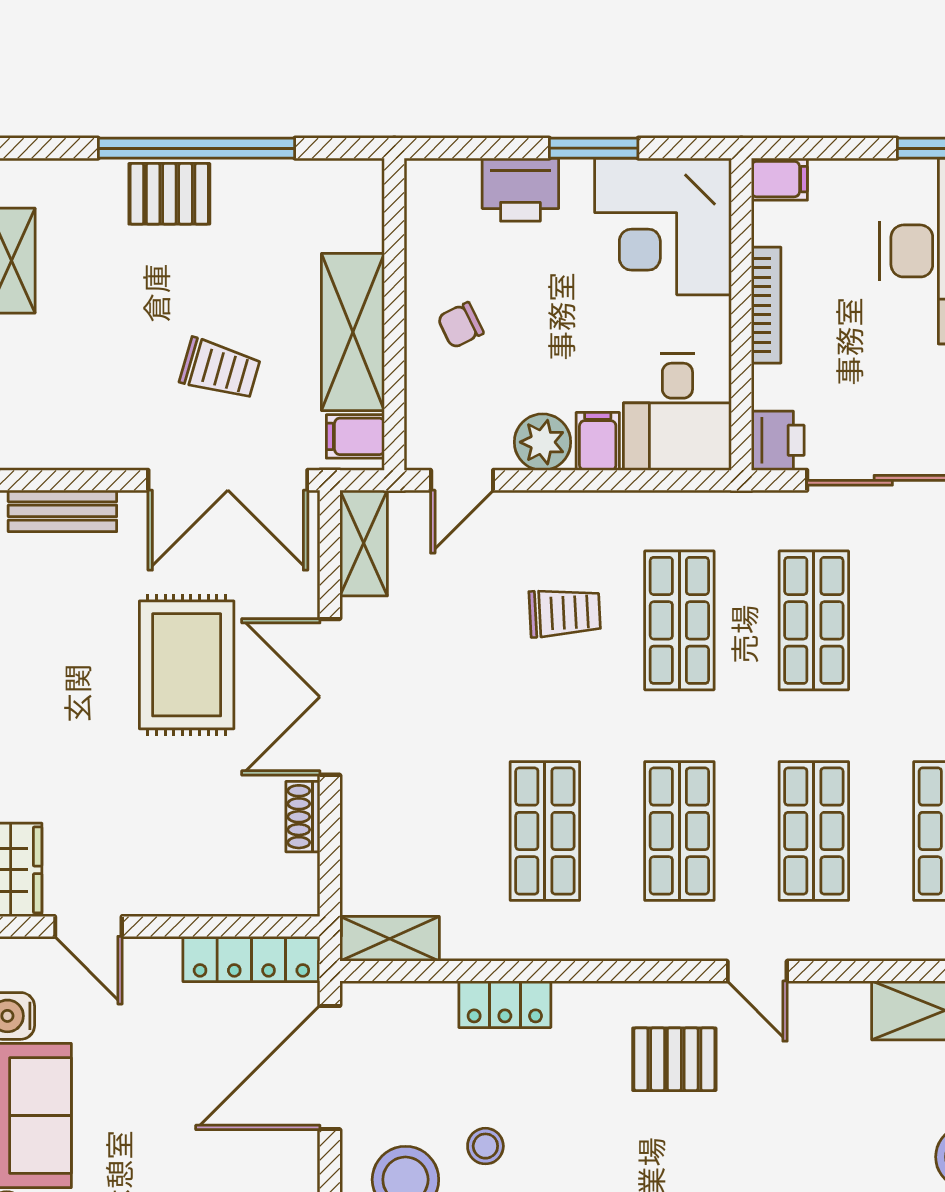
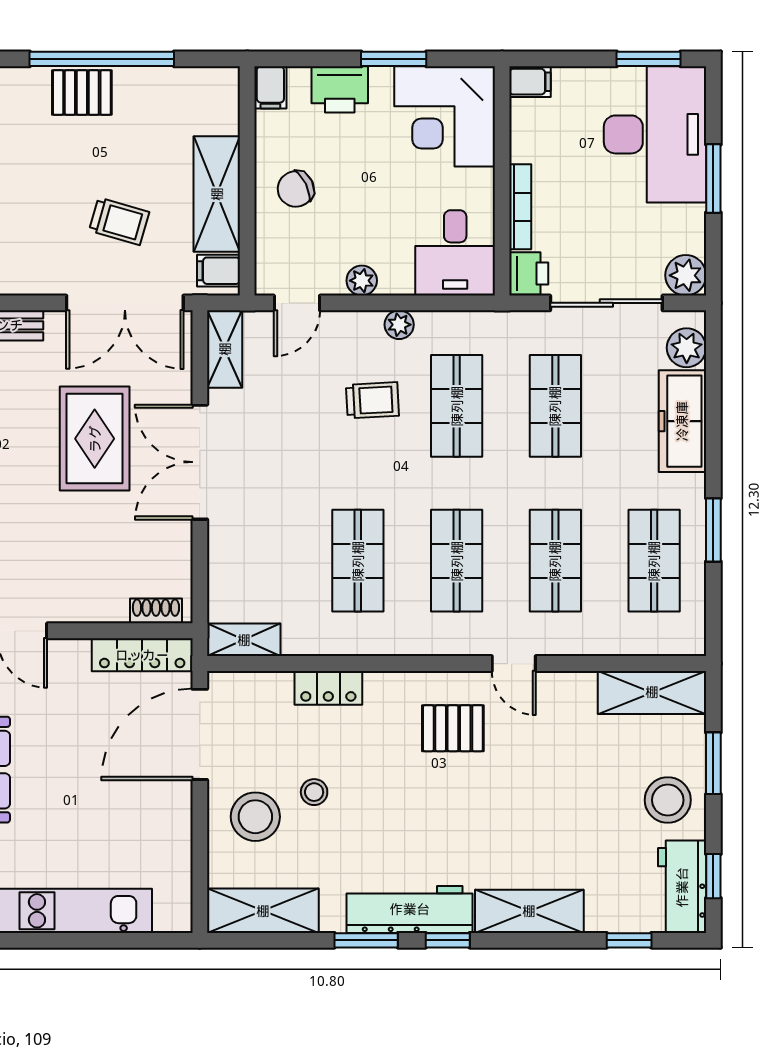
bookcase: (766, 305) -> (520, 207), moved
chair: (460, 325) -> (296, 189), width x1.37, depth x1.37
filing cabinet: (598, 441) -> (270, 87), moved, turned 180
plant: (543, 442) -> (362, 281), width x0.73, depth x0.73
plant: (601, 510) -> (399, 325), added
shoe rack: (303, 817) -> (156, 611), moved, turned 90

